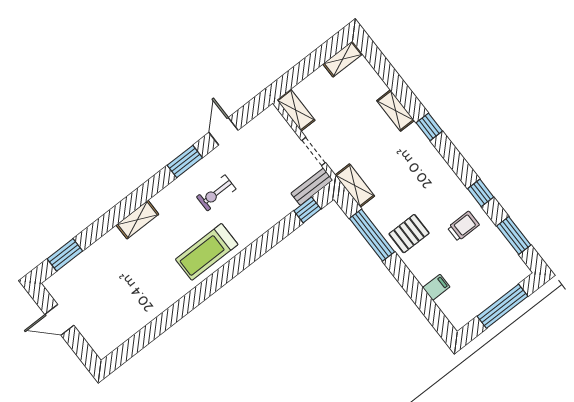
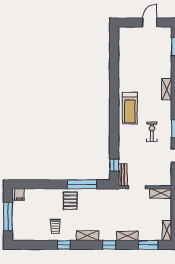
shelving: (355, 186) -> (87, 236), moved
window: (514, 235) -> (148, 245), moved
treadmill: (207, 252) -> (130, 108), turned 180
filing cabinet: (436, 287) -> (19, 195), moved

